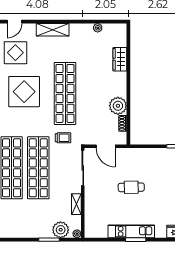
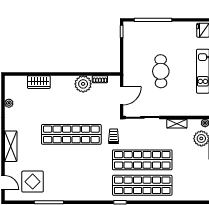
display table: (24, 92) -> (70, 173), removed
cafe table: (131, 187) -> (161, 71), width x1.37, depth x1.35

